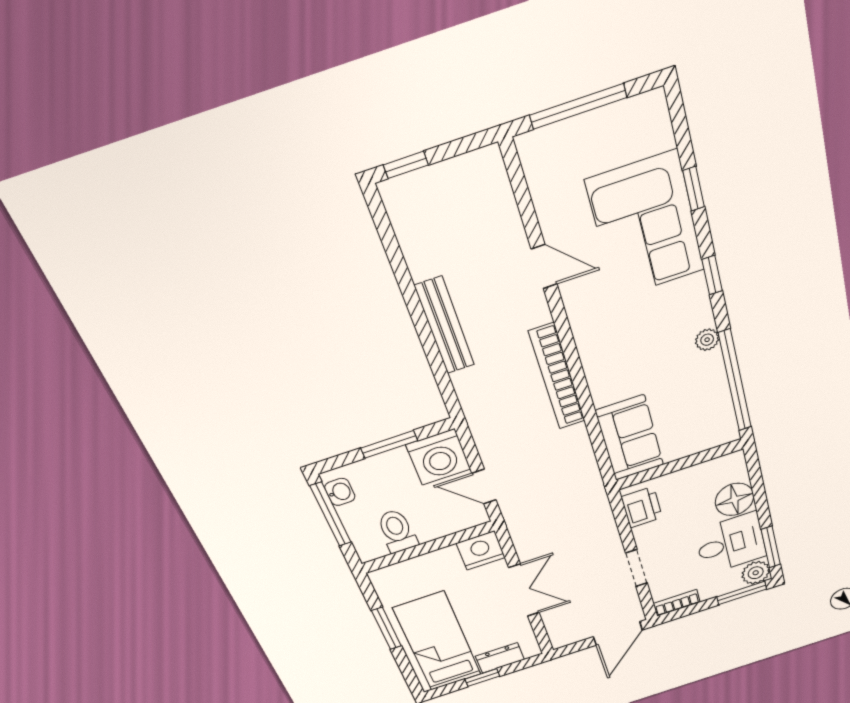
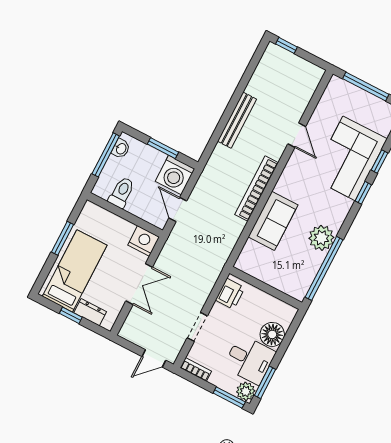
window: (712, 275) -> (363, 193), moved
plant: (707, 340) -> (321, 238), width x1.88, depth x1.88
sofa: (630, 438) -> (273, 221), moved
door: (618, 633) -> (154, 358), width x0.73

